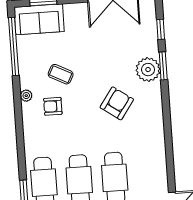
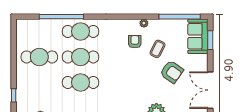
armchair: (117, 103) -> (172, 72), moved

